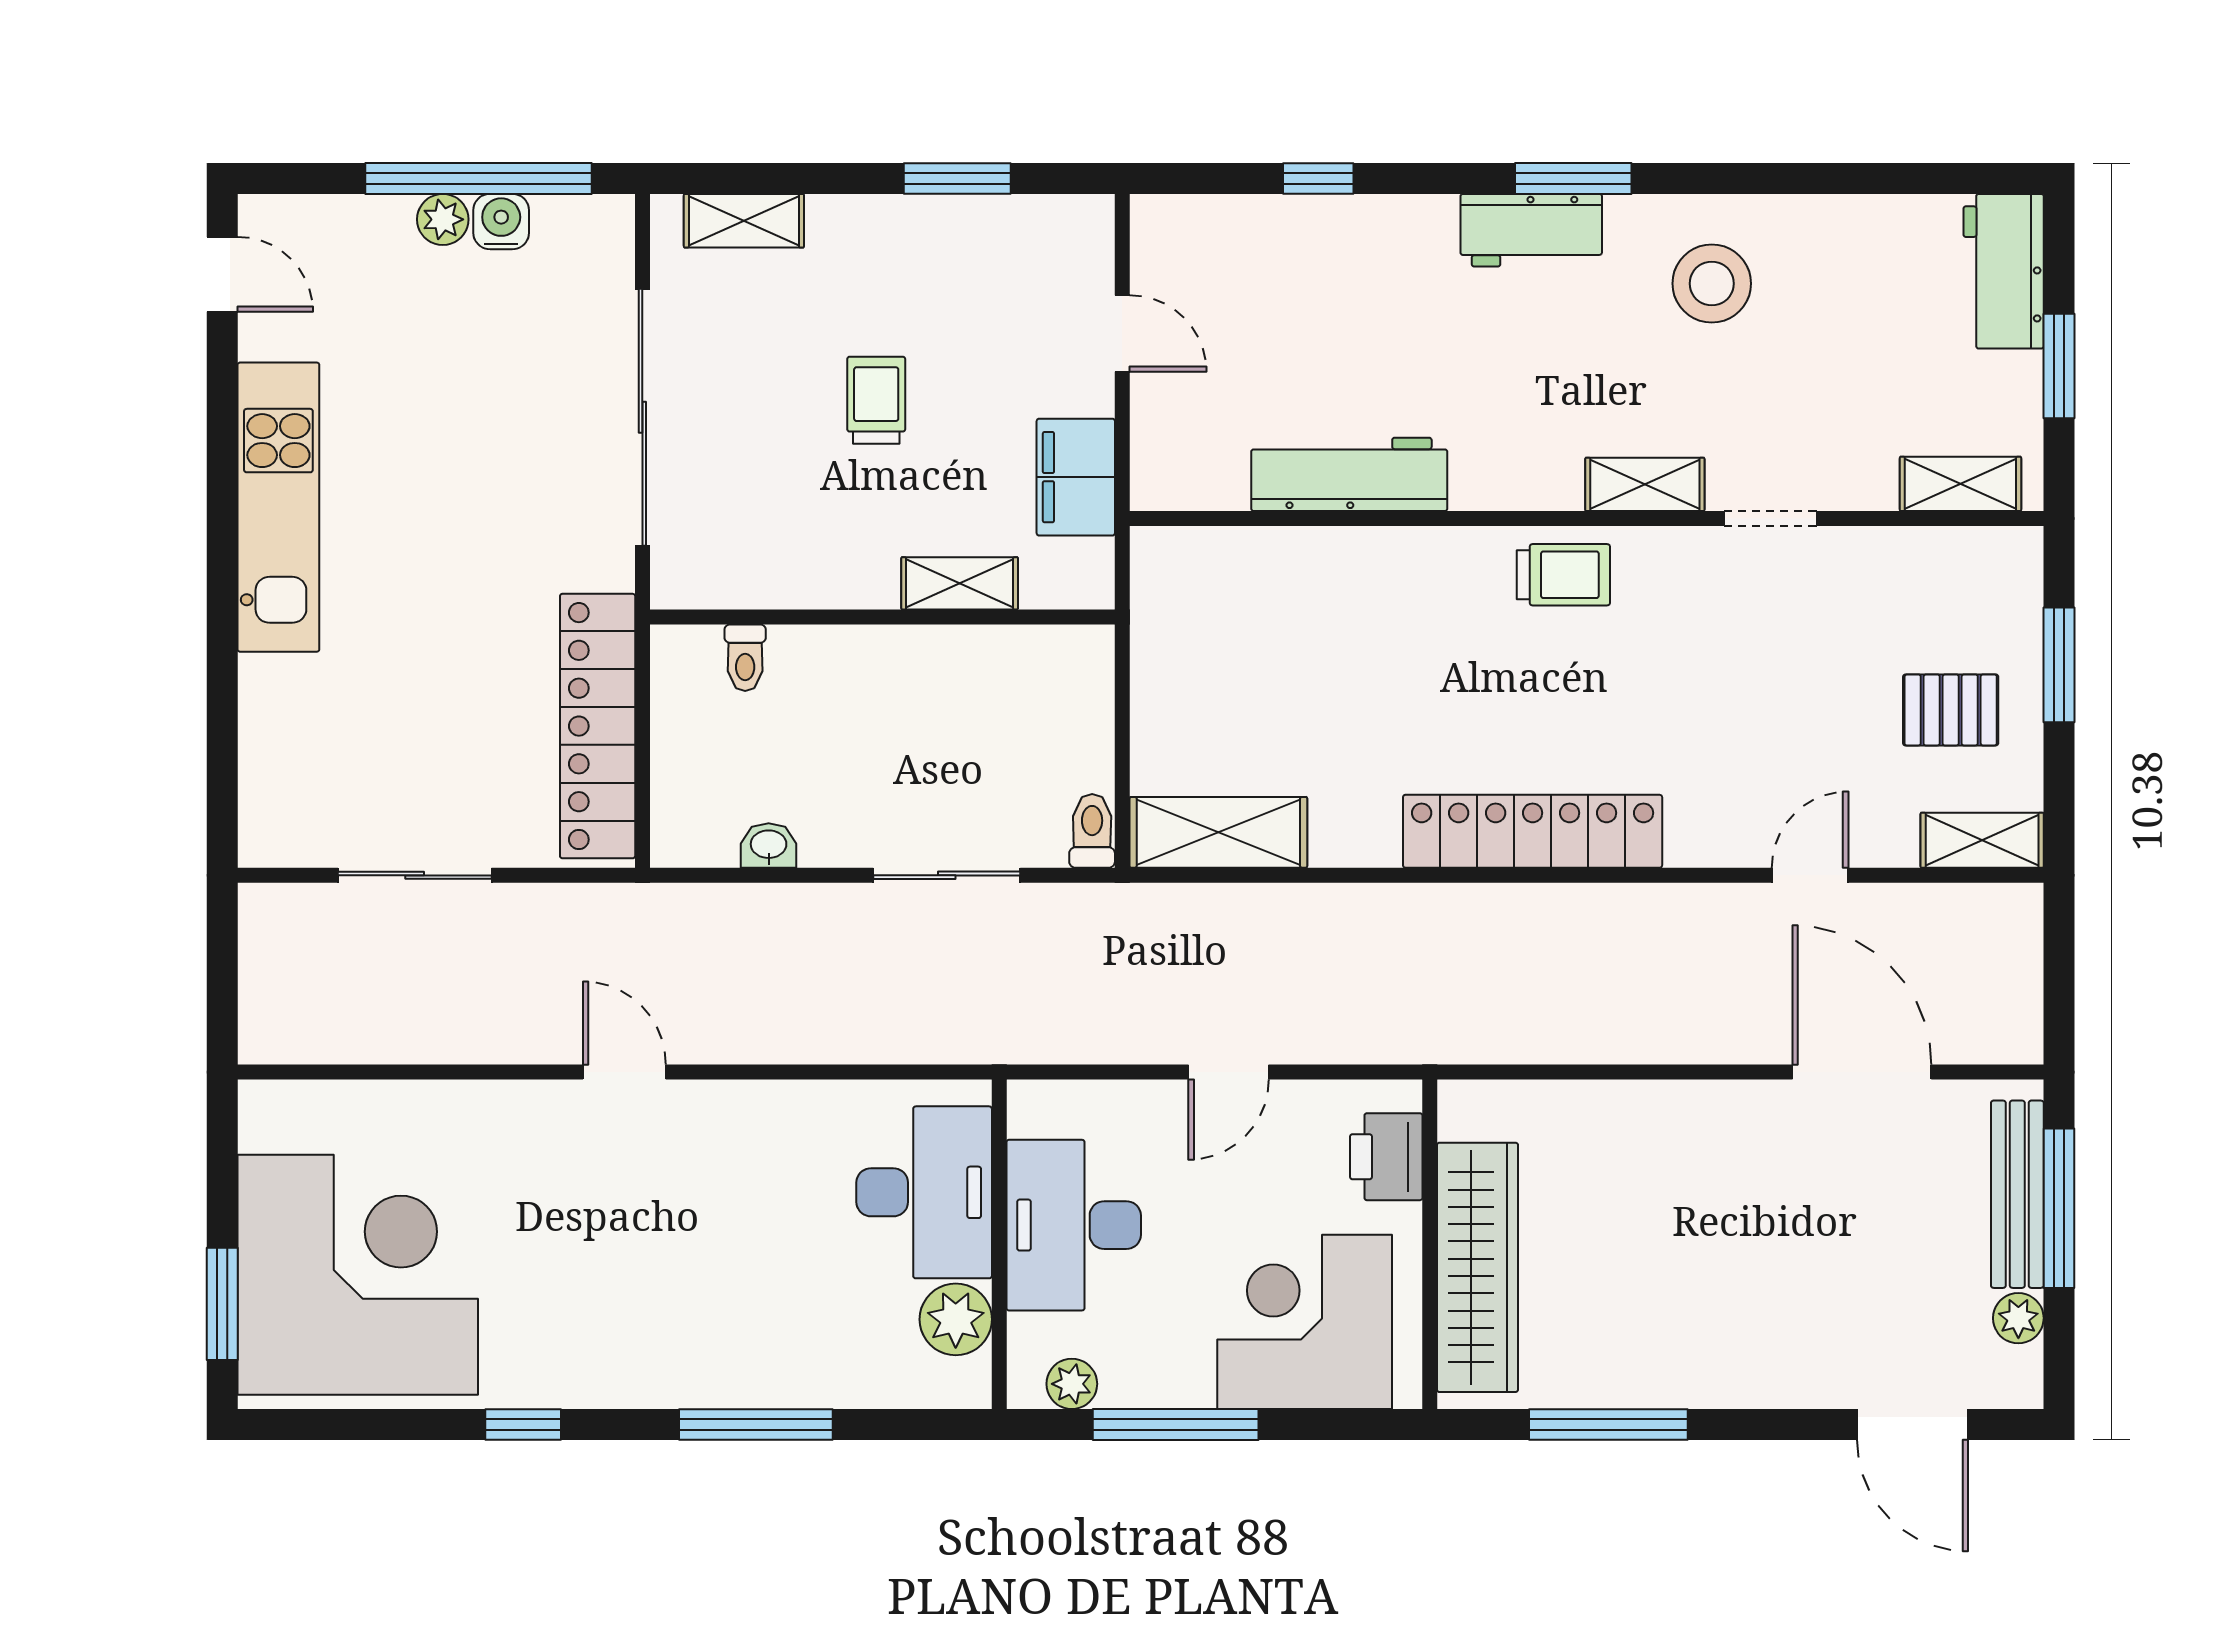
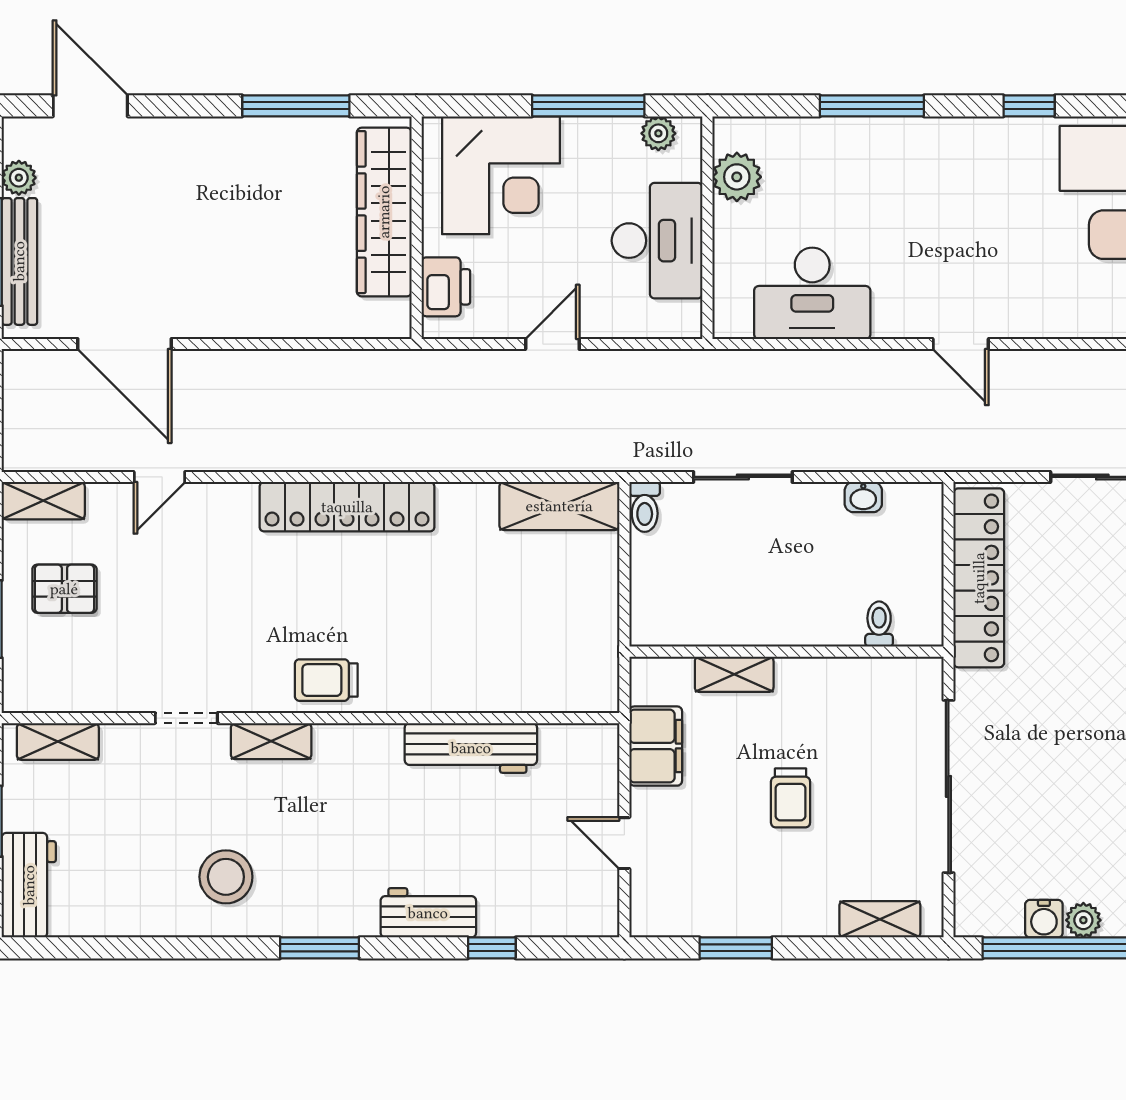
workbench: (1531, 230) -> (428, 913), moved
desk: (924, 1192) -> (812, 293), moved, turned -90

